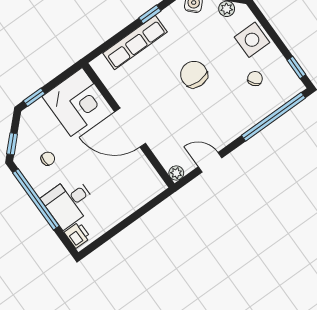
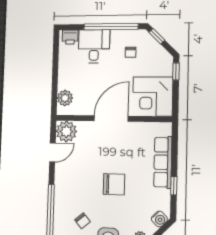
plant: (176, 173) -> (66, 131), width x1.88, depth x1.88
plant: (145, 192) -> (65, 98), added

